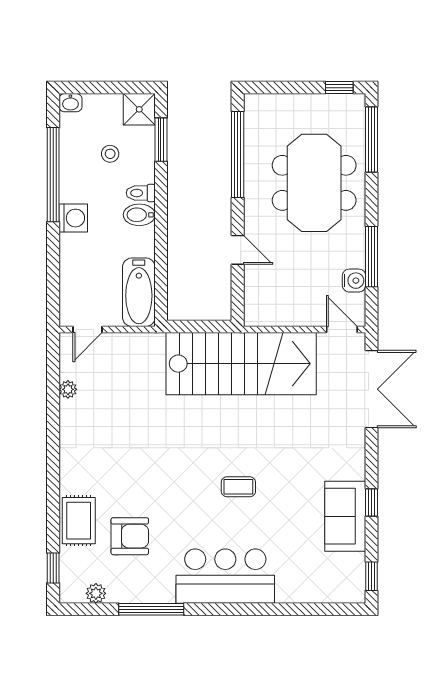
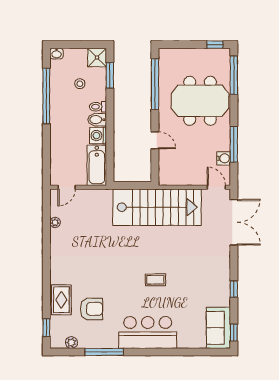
meeting table: (314, 183) -> (200, 101), turned 90
washing machine: (73, 218) -> (98, 135), moved, turned 180
sofa: (345, 516) -> (218, 328), moved

